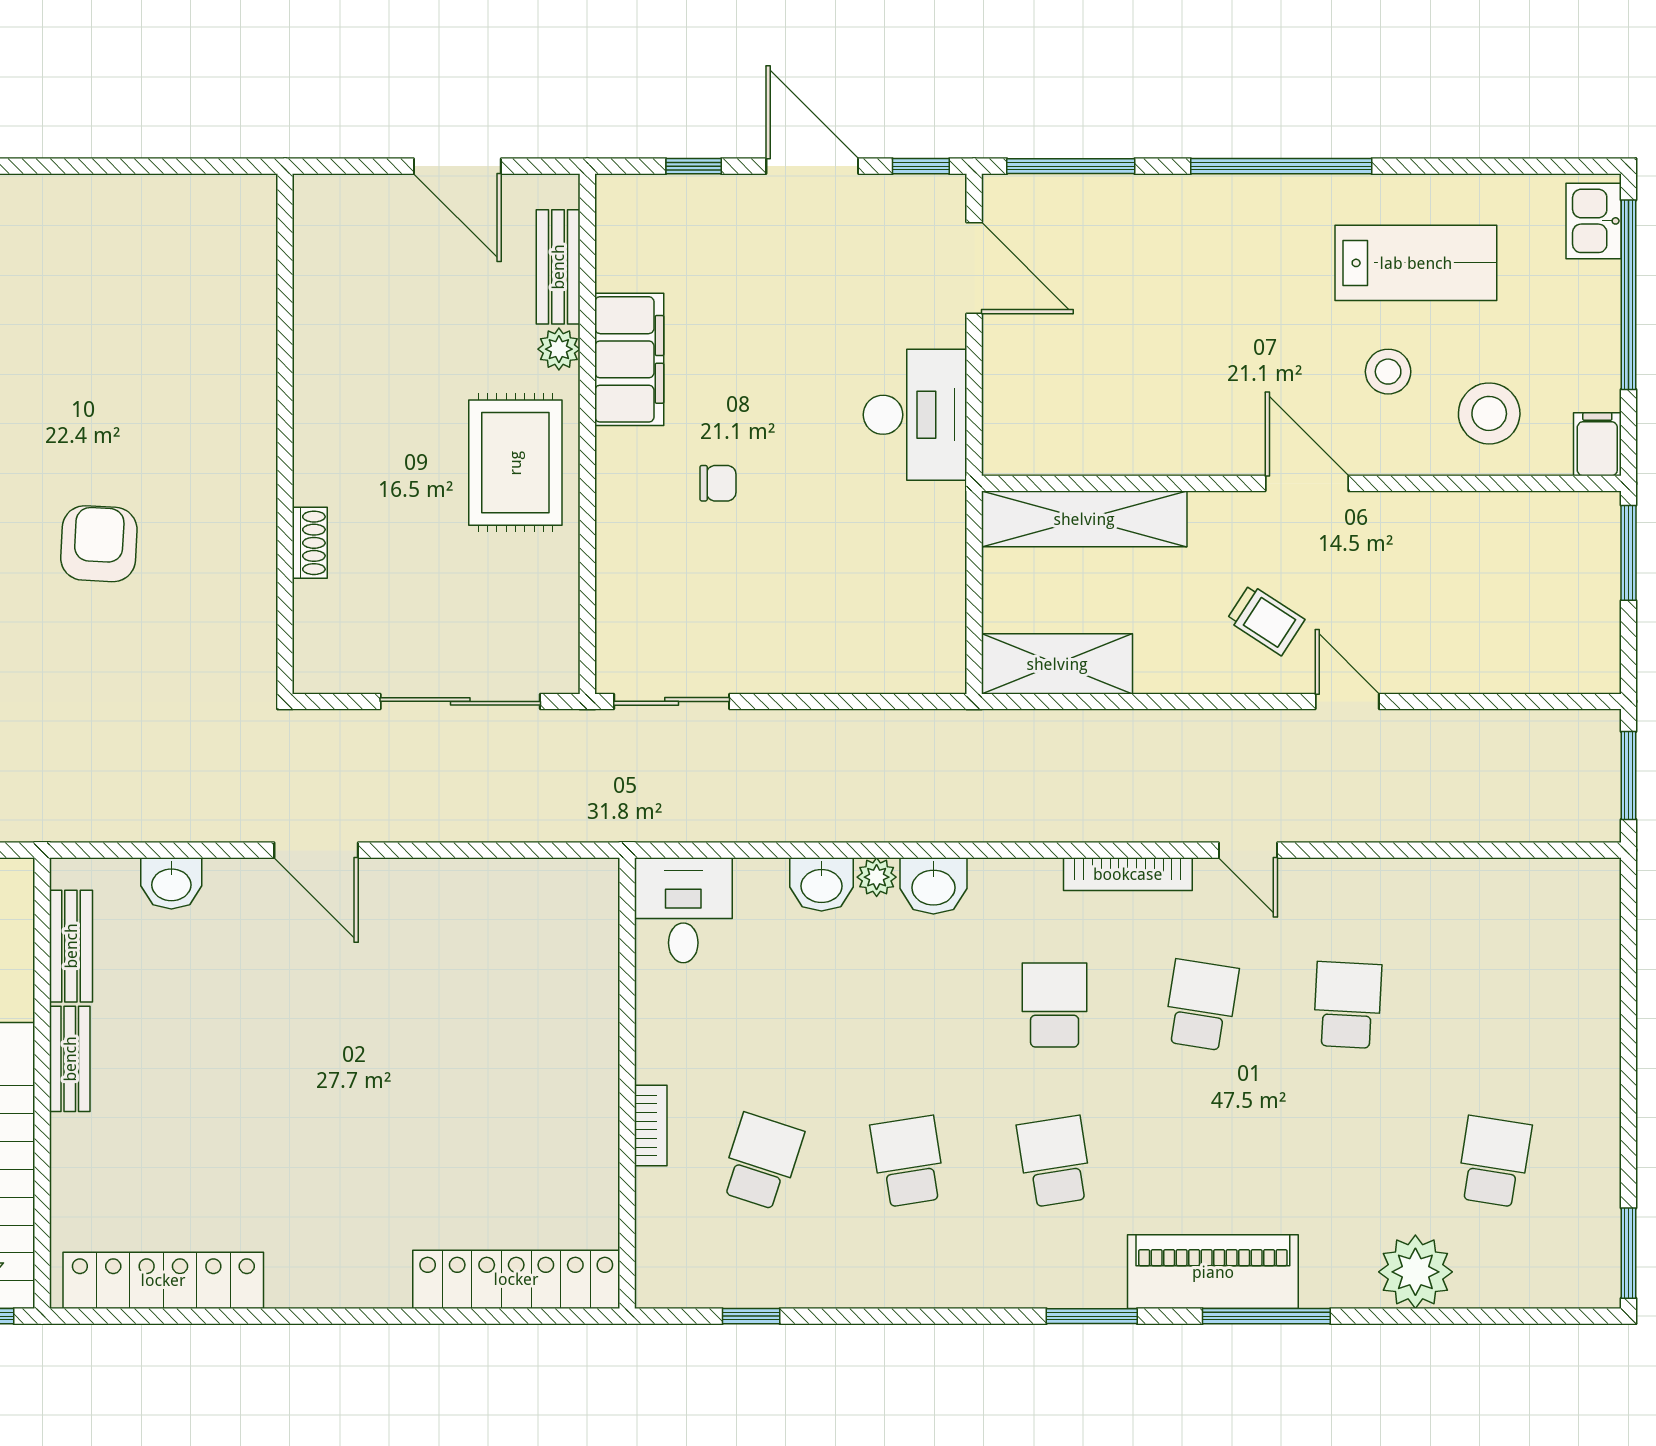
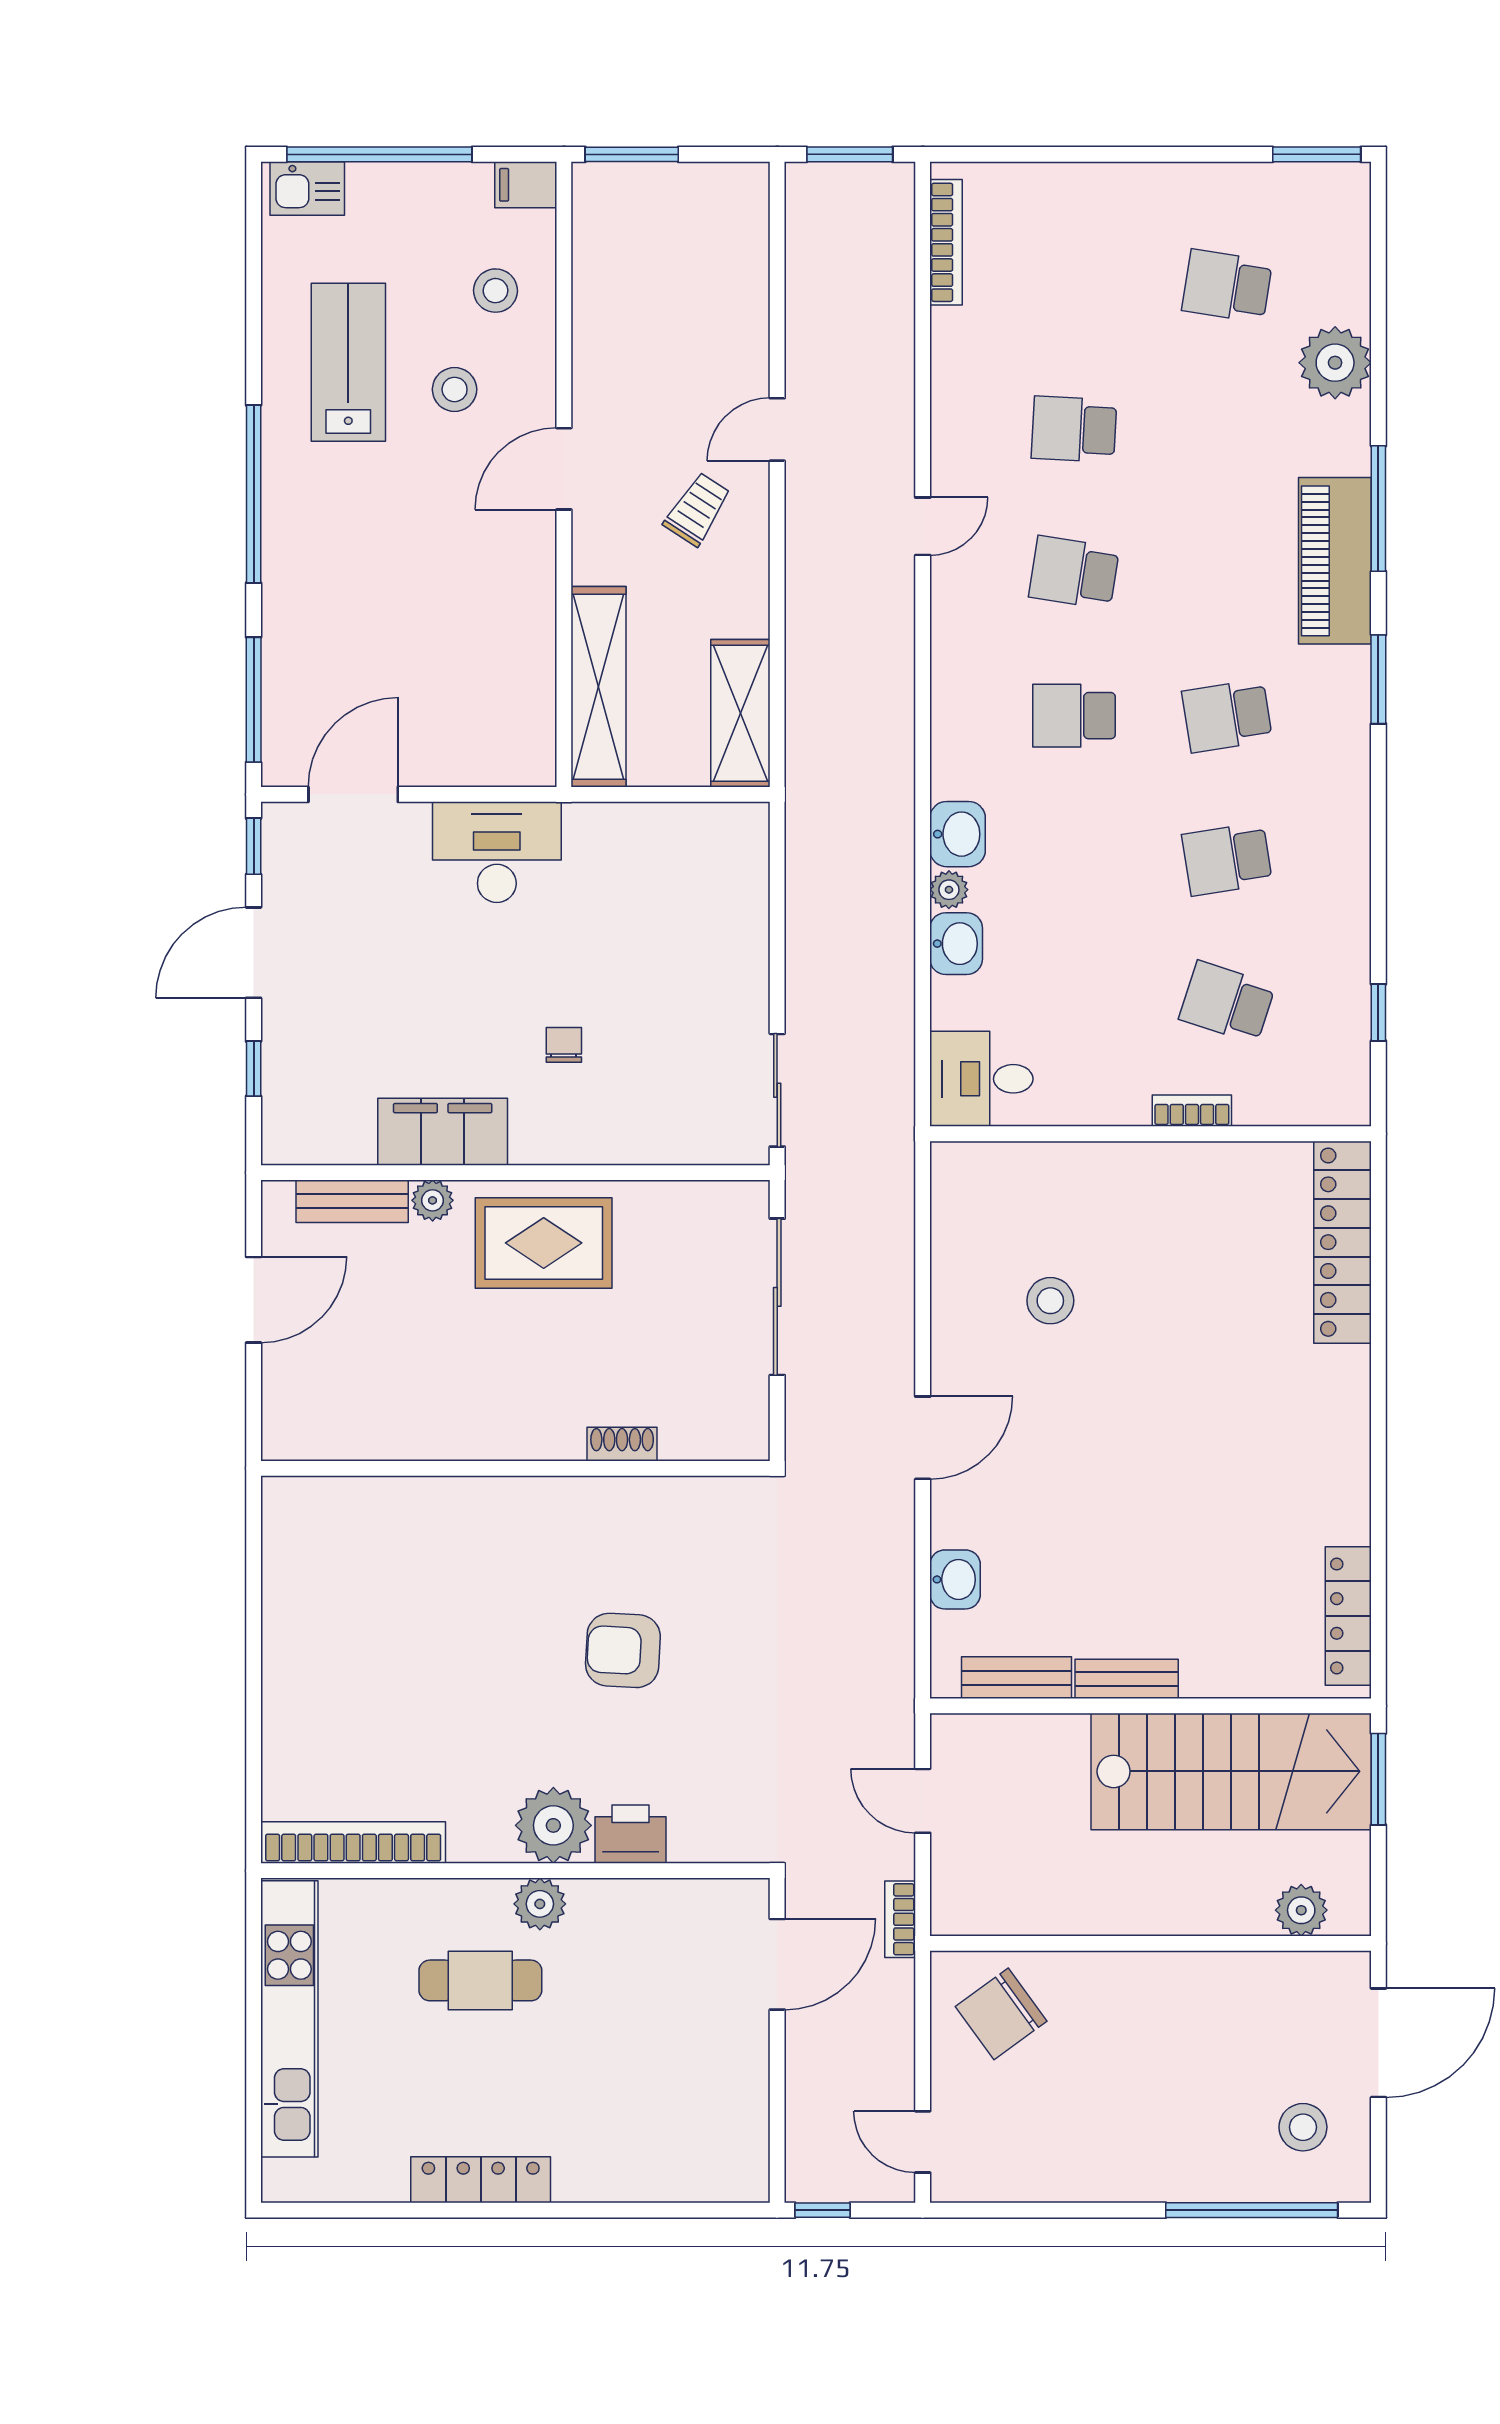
stool: (1489, 413) -> (496, 291), width x0.73, depth x0.73
bookcase: (1128, 874) -> (946, 242), moved
stool: (456, 981) -> (1050, 1301), added
locker: (163, 1280) -> (1348, 1616), width x0.71, depth x0.83

